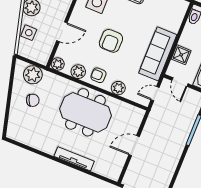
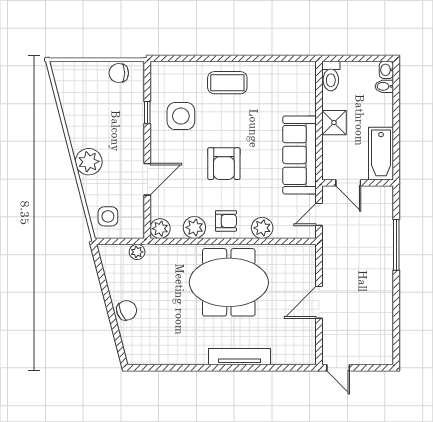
side table: (29, 33) -> (108, 216), moved
shower: (181, 55) -> (334, 123), moved
plant: (33, 75) -> (137, 252), width x0.53, depth x0.53
armchair: (98, 75) -> (226, 221), turned 180
chair: (33, 100) -> (127, 310), moved

